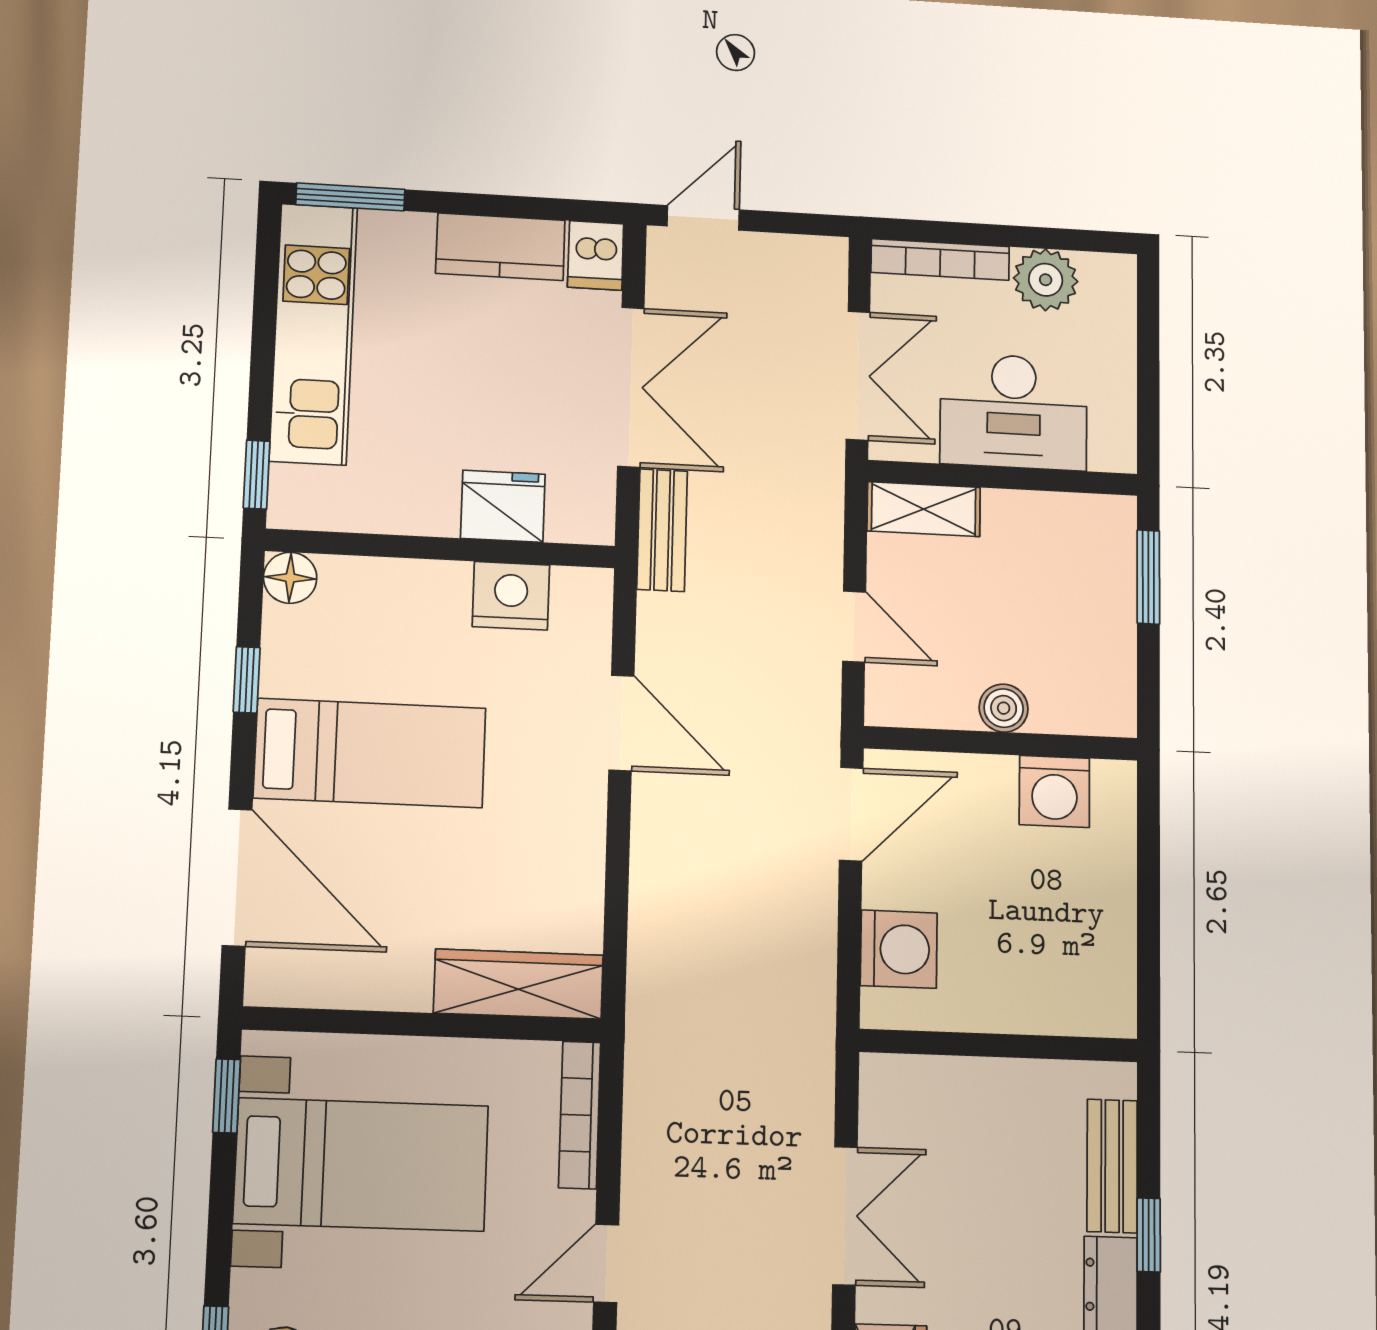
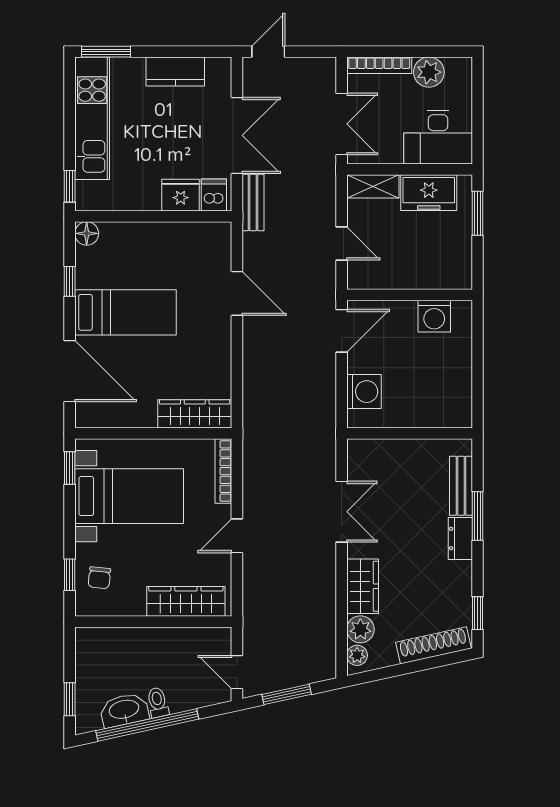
dishwasher: (596, 255) -> (214, 195), moved, turned 180
desk: (1014, 412) -> (438, 137), moved
freezer: (1044, 529) -> (429, 193), added
nightstand: (511, 596) -> (186, 237), removed
boiler: (1004, 708) -> (411, 278), removed
window: (1149, 1235) -> (477, 516), width x1.50

